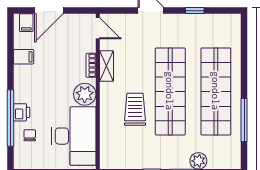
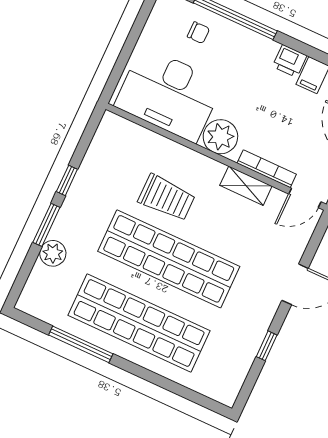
bookcase: (91, 65) -> (267, 169), width x1.56
printer: (22, 112) -> (290, 61), moved

